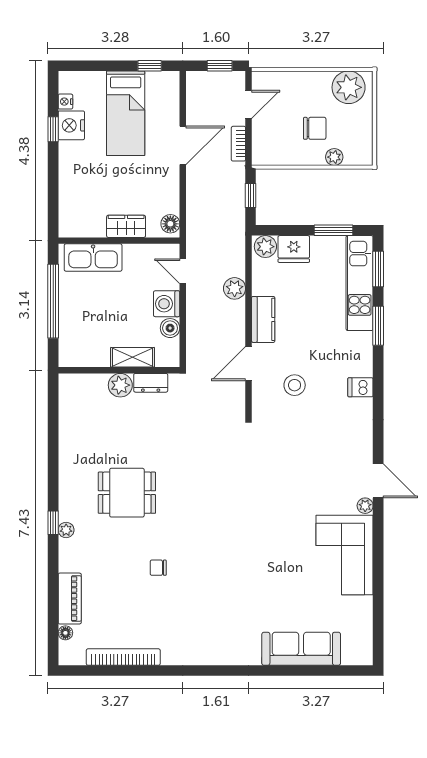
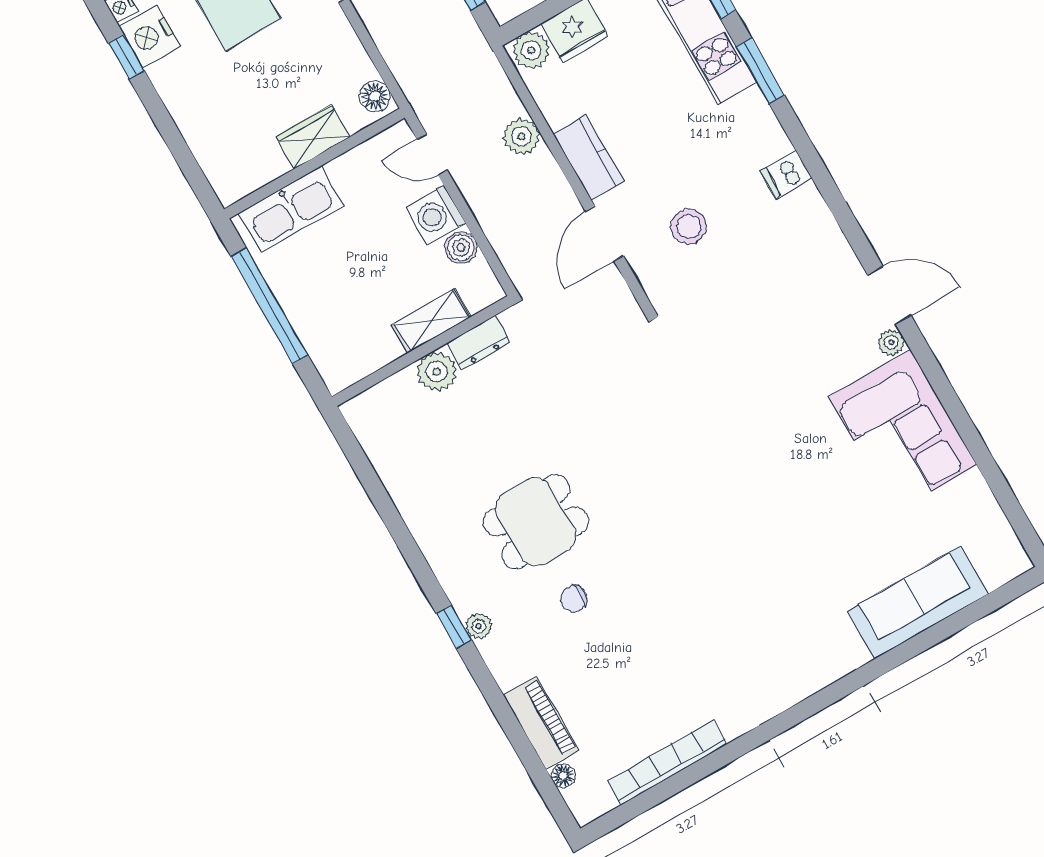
chair: (158, 568) -> (574, 599), moved

